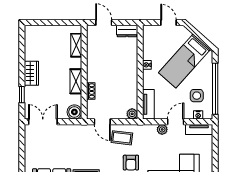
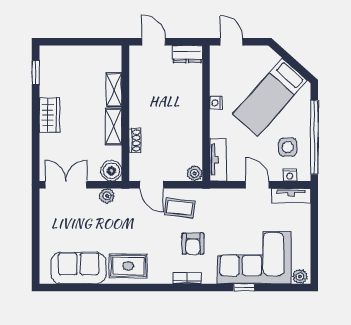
door: (168, 23) -> (232, 42), moved
shelving: (76, 45) -> (114, 90), moved
window: (22, 95) -> (36, 72), moved
door: (176, 122) -> (257, 185), hinge flipped
plant: (162, 129) -> (107, 196), moved

